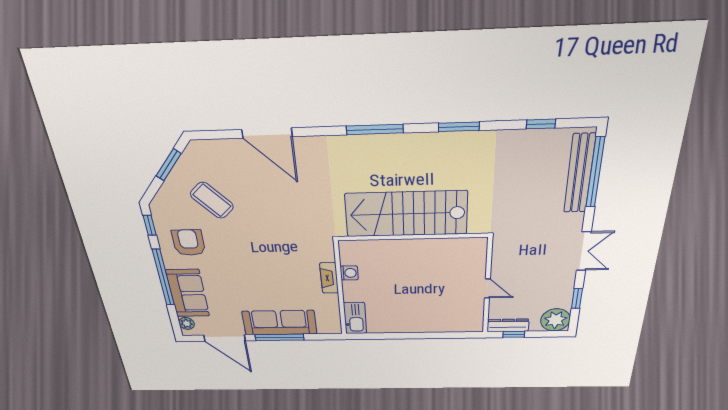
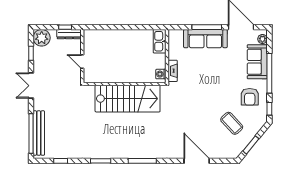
stairs: (406, 214) -> (128, 99), moved
wall: (412, 237) -> (125, 84), moved

